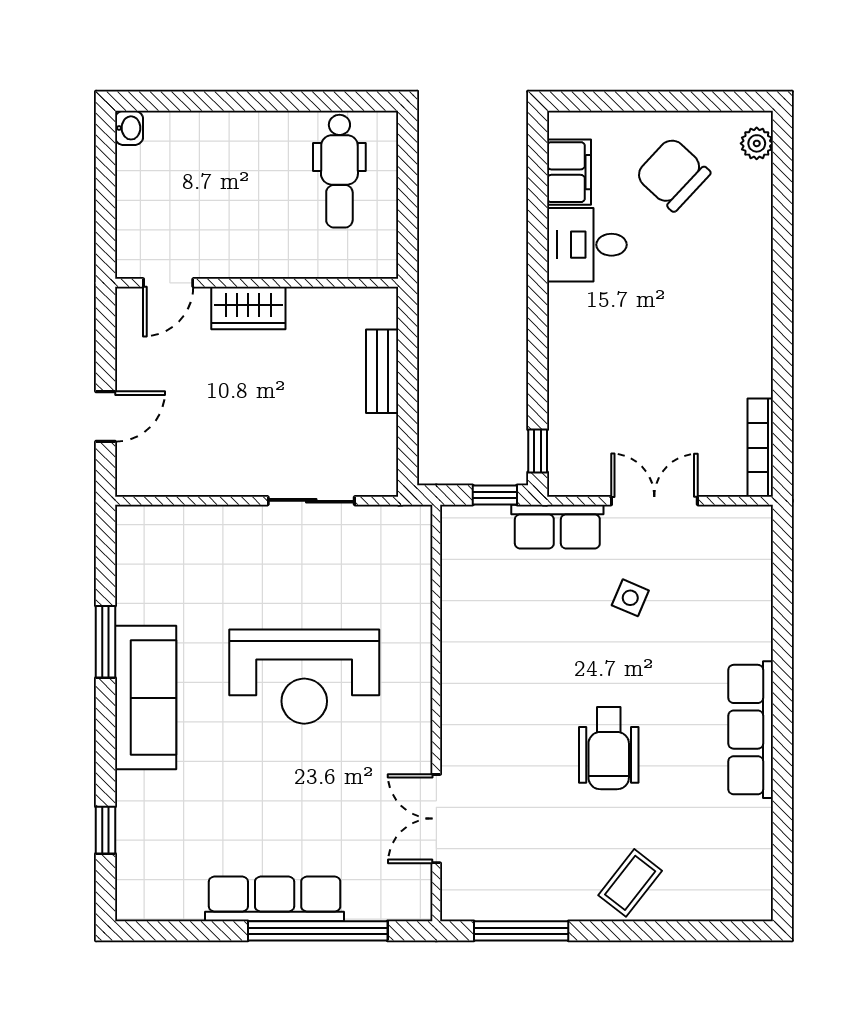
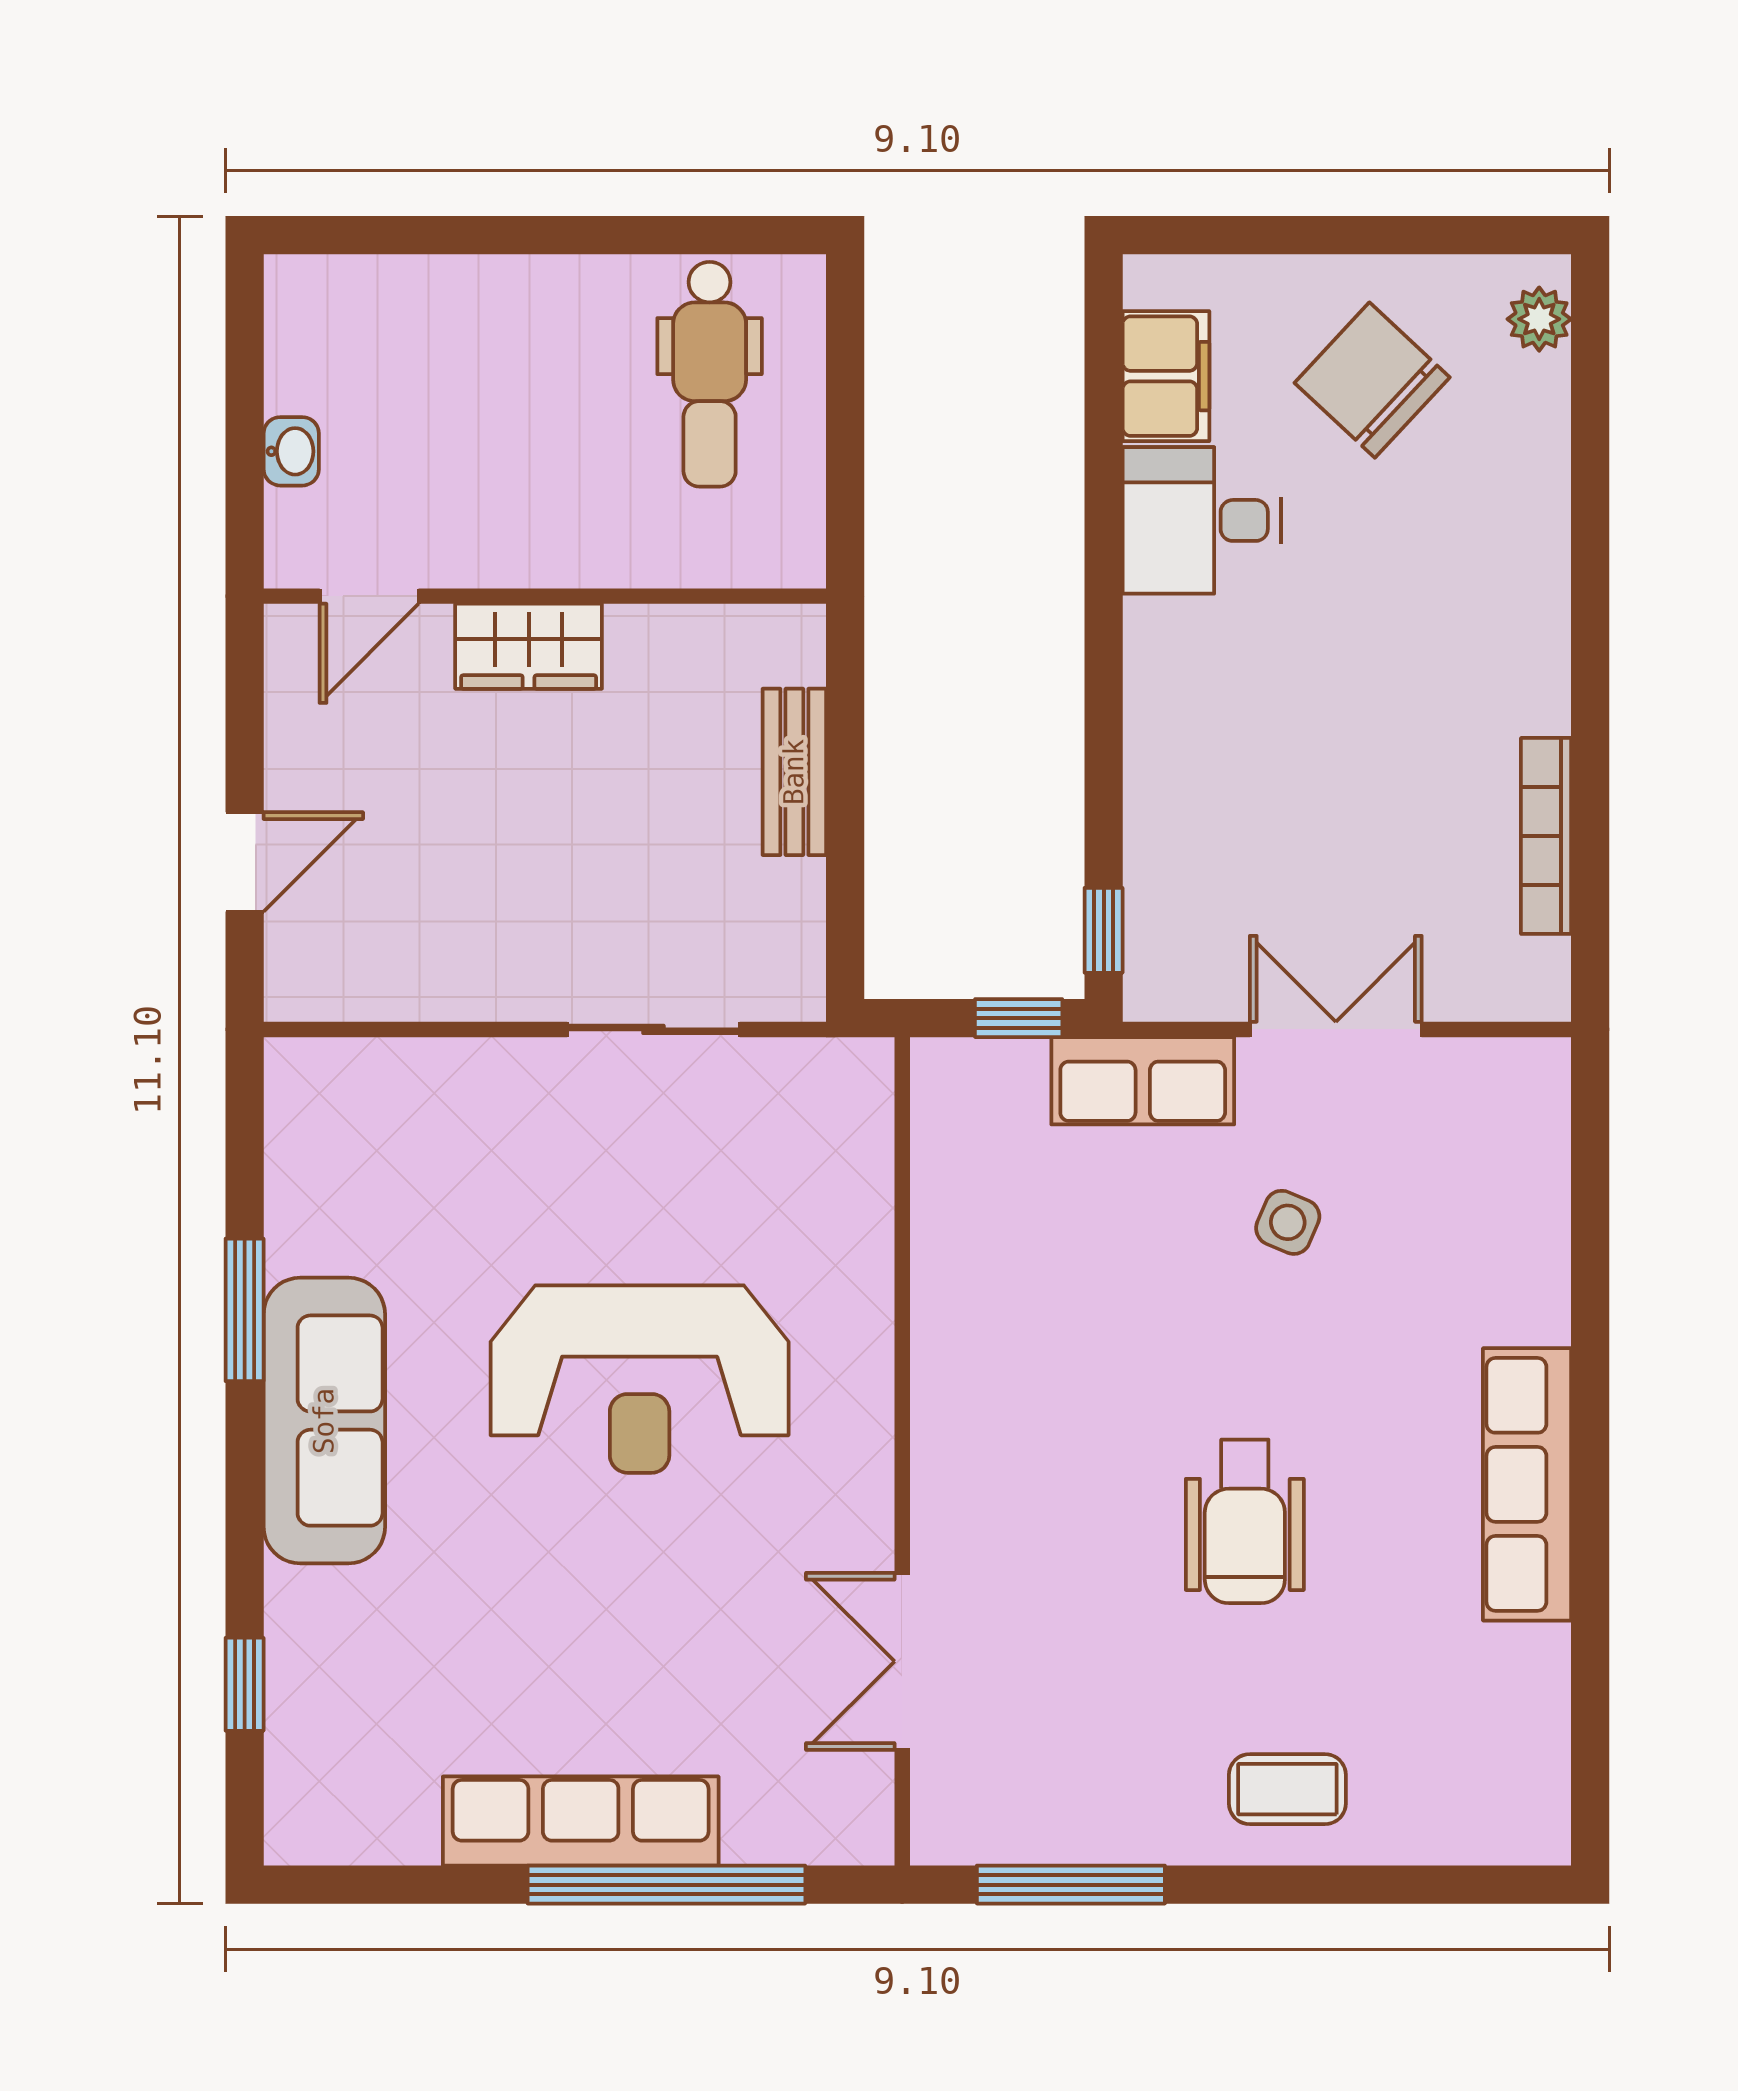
washbasin: (129, 128) -> (291, 451), moved
bookcase: (760, 448) -> (1546, 836), moved
coffee table: (630, 883) -> (1287, 1789), turned 52

